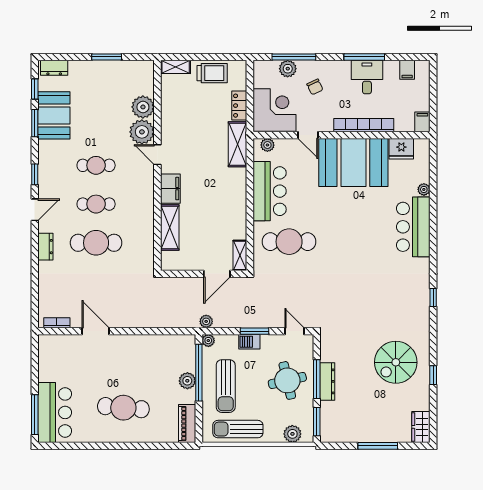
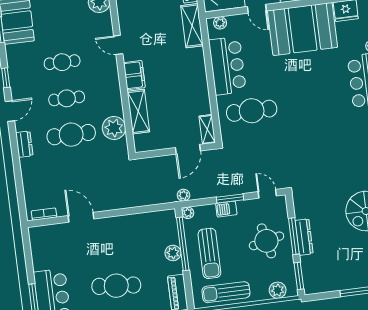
plant: (142, 132) -> (114, 128), moved

